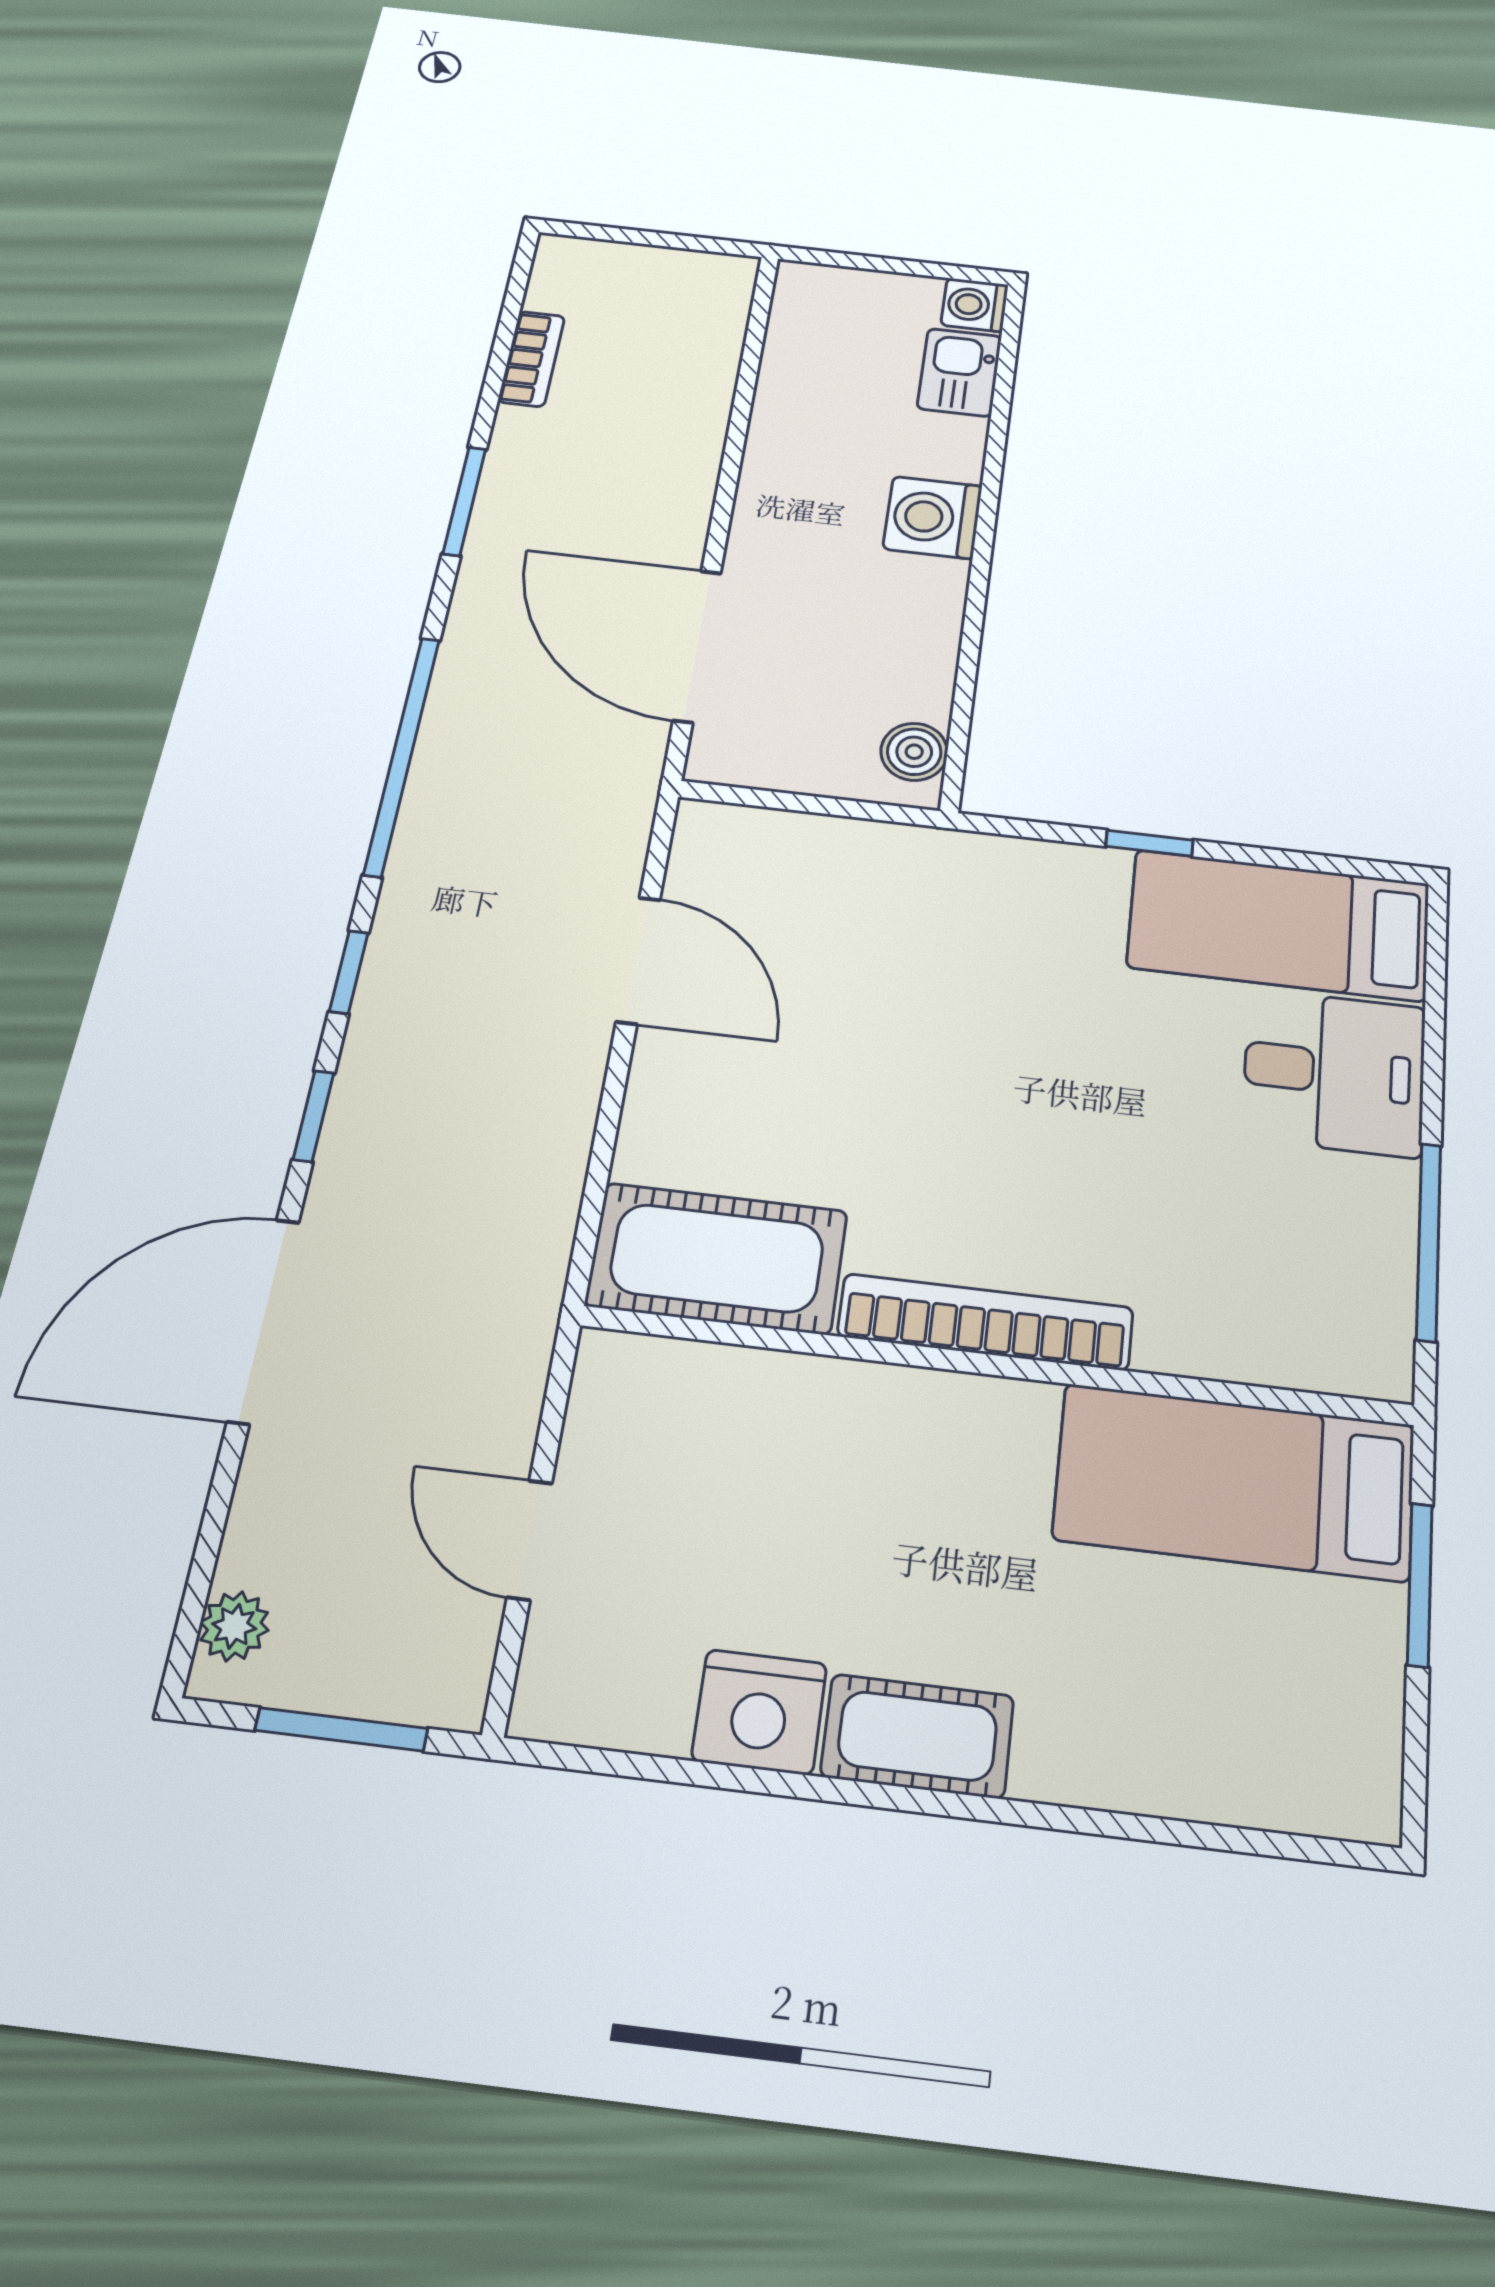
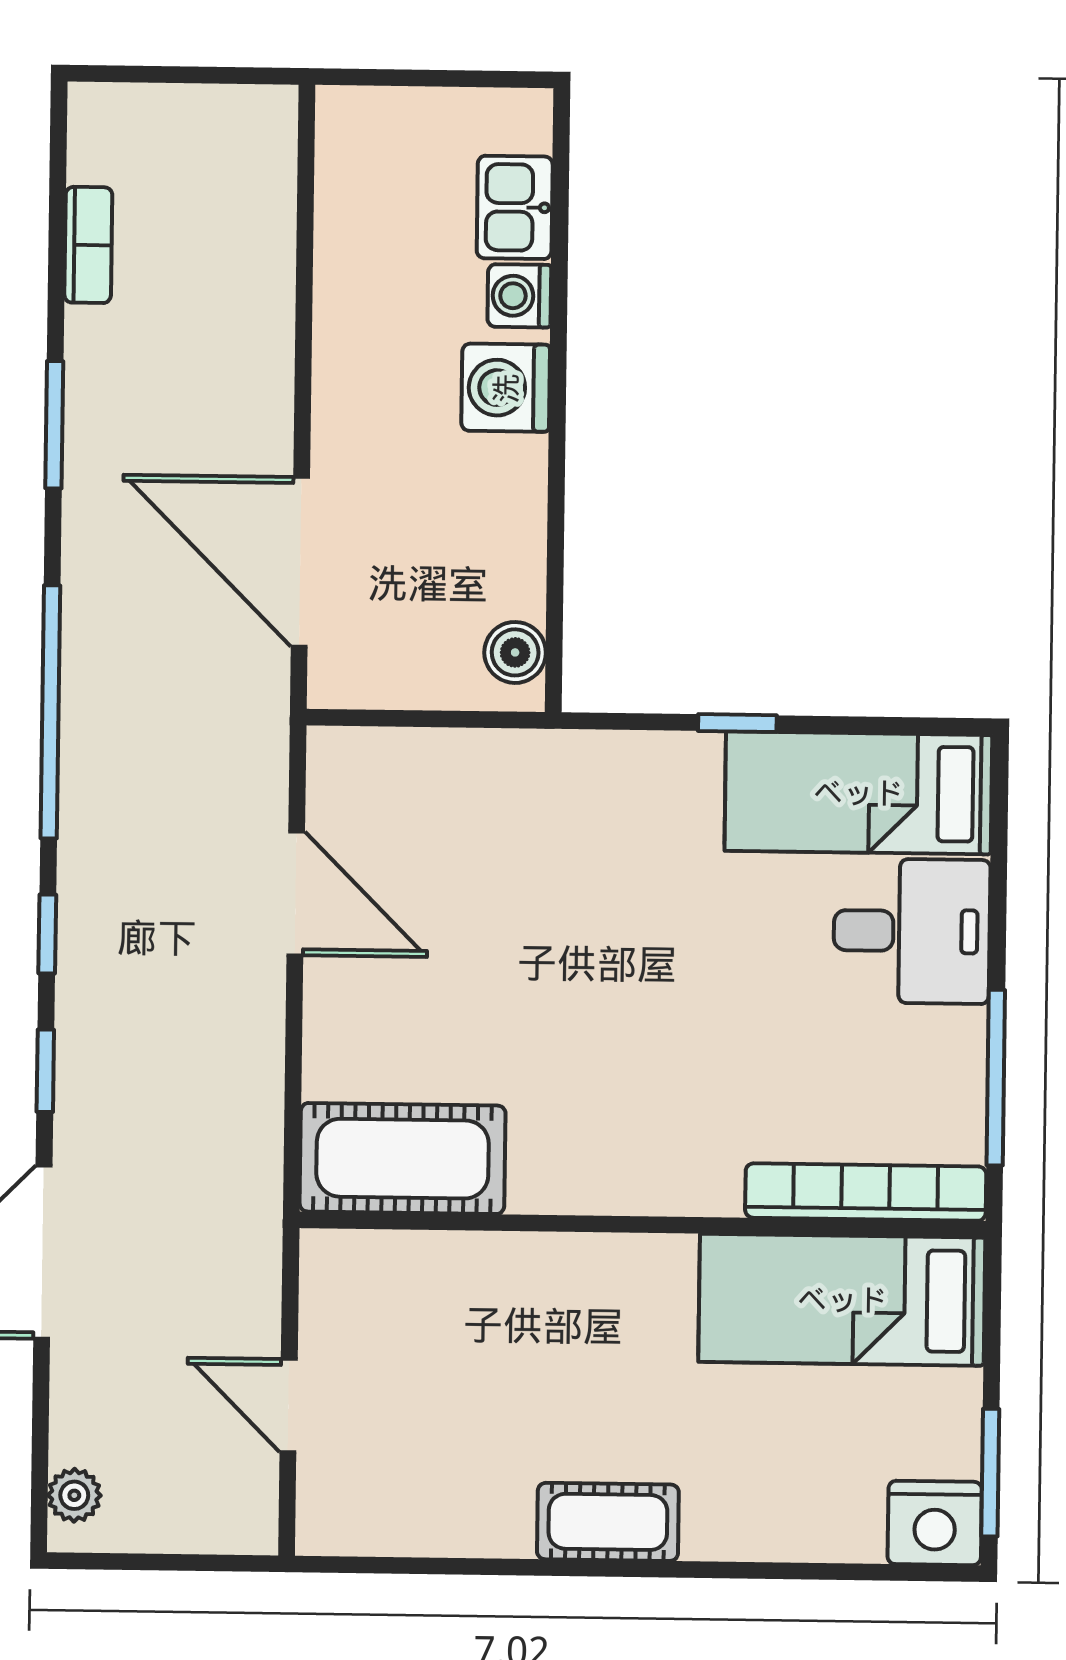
washing machine: (975, 305) -> (519, 296), moved
bookcase: (986, 1322) -> (866, 1192), moved
window: (1420, 1585) -> (990, 1473), moved
nightstand: (759, 1712) -> (935, 1523), moved
window: (341, 1729) -> (172, 1562), removed

